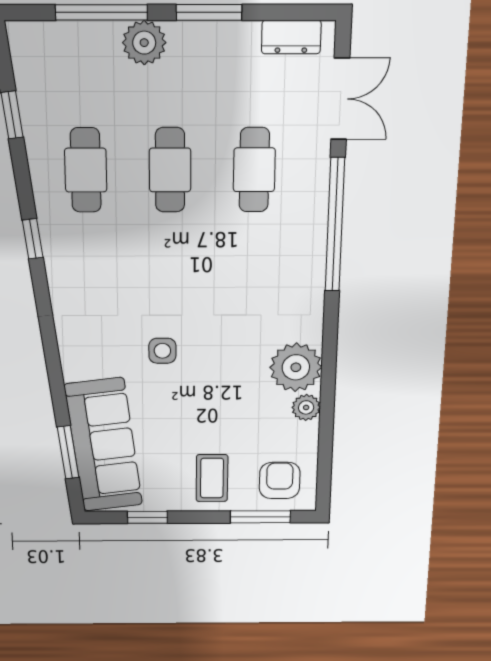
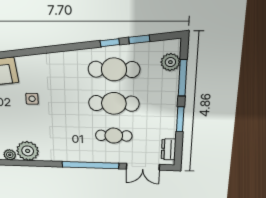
plant: (144, 43) -> (170, 62), moved
cafe table: (86, 170) -> (114, 69), width x1.37, depth x1.35
cafe table: (170, 170) -> (114, 103), width x1.37, depth x1.35
window: (33, 239) -> (110, 43), moved

